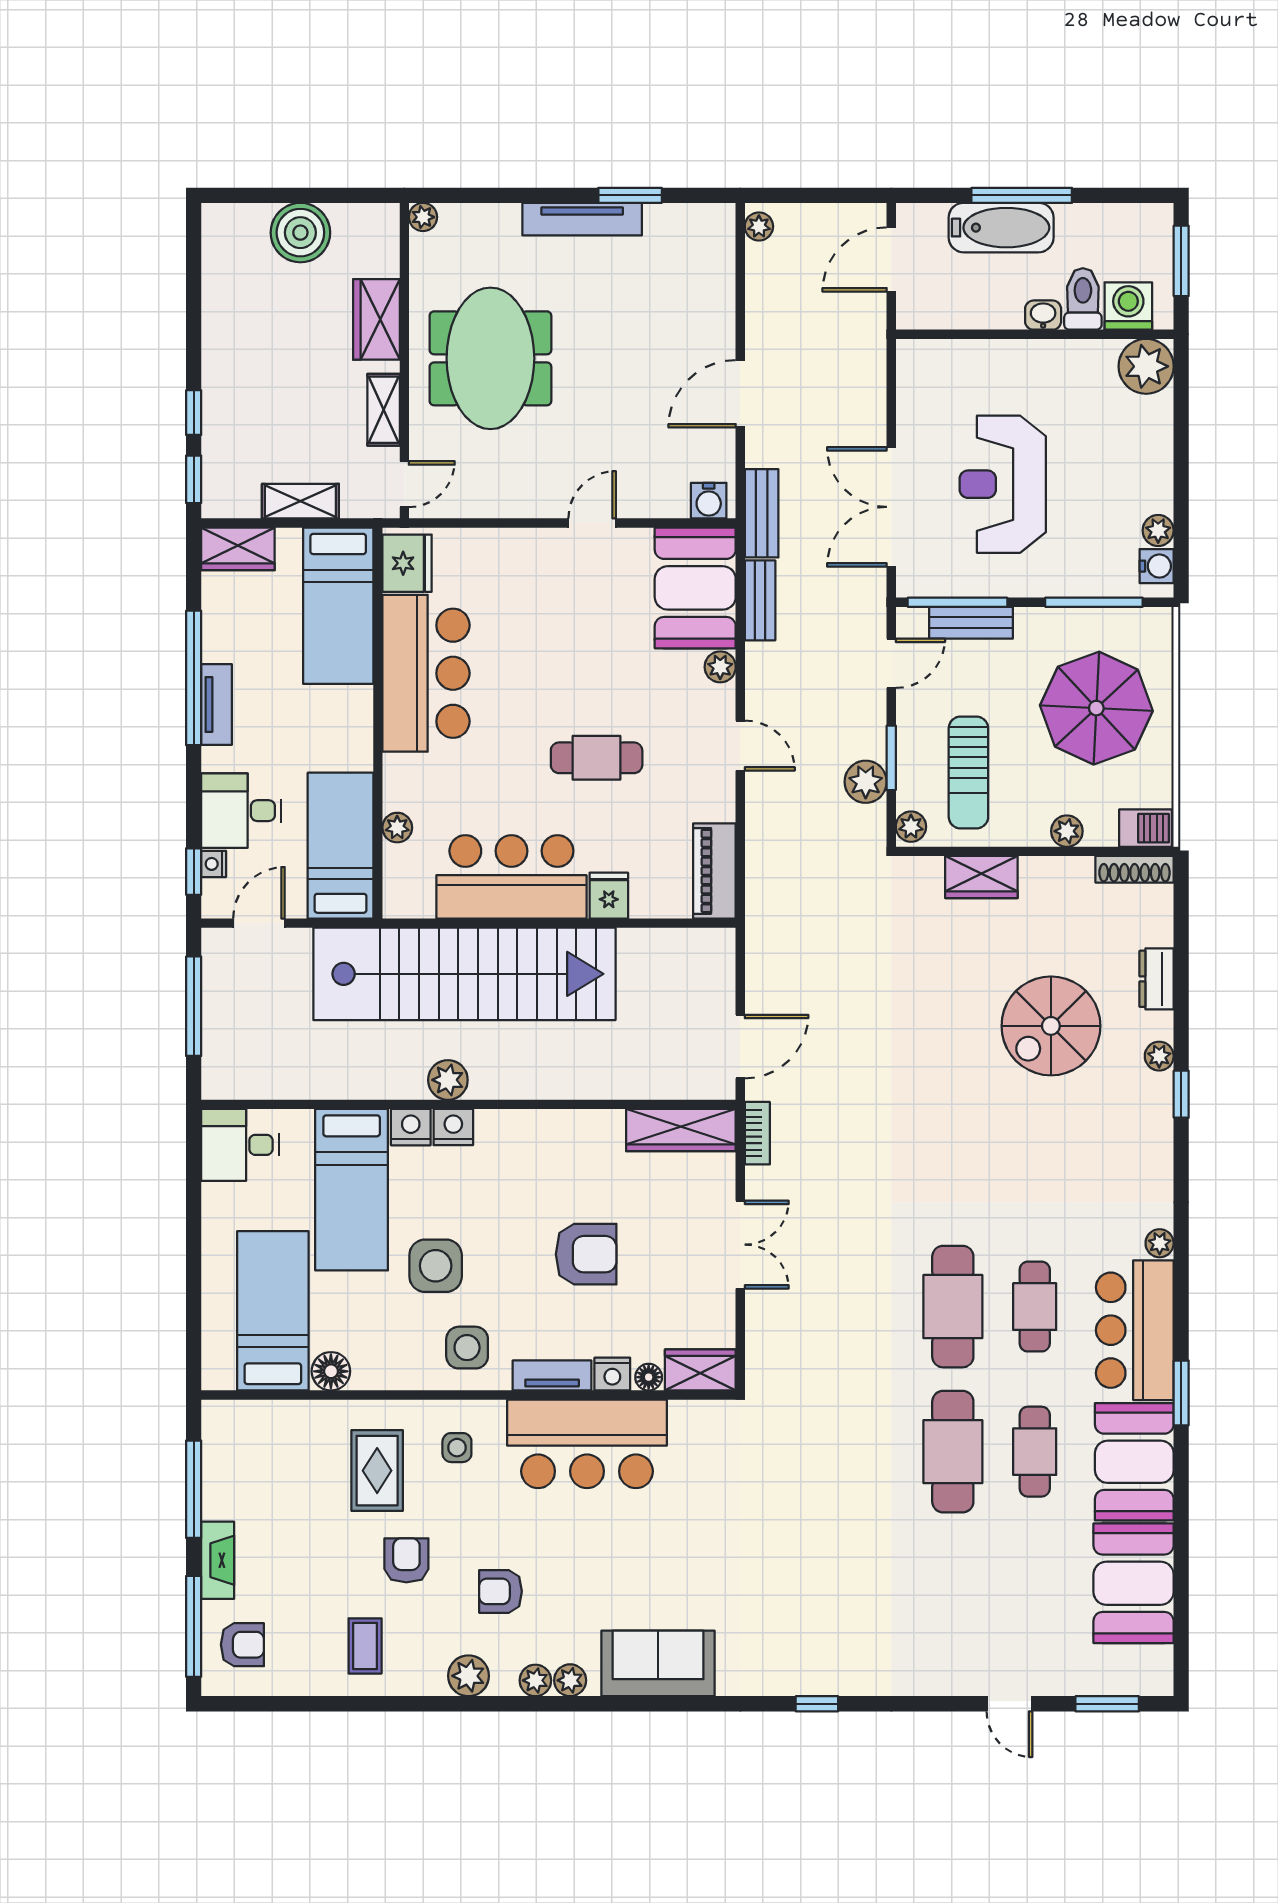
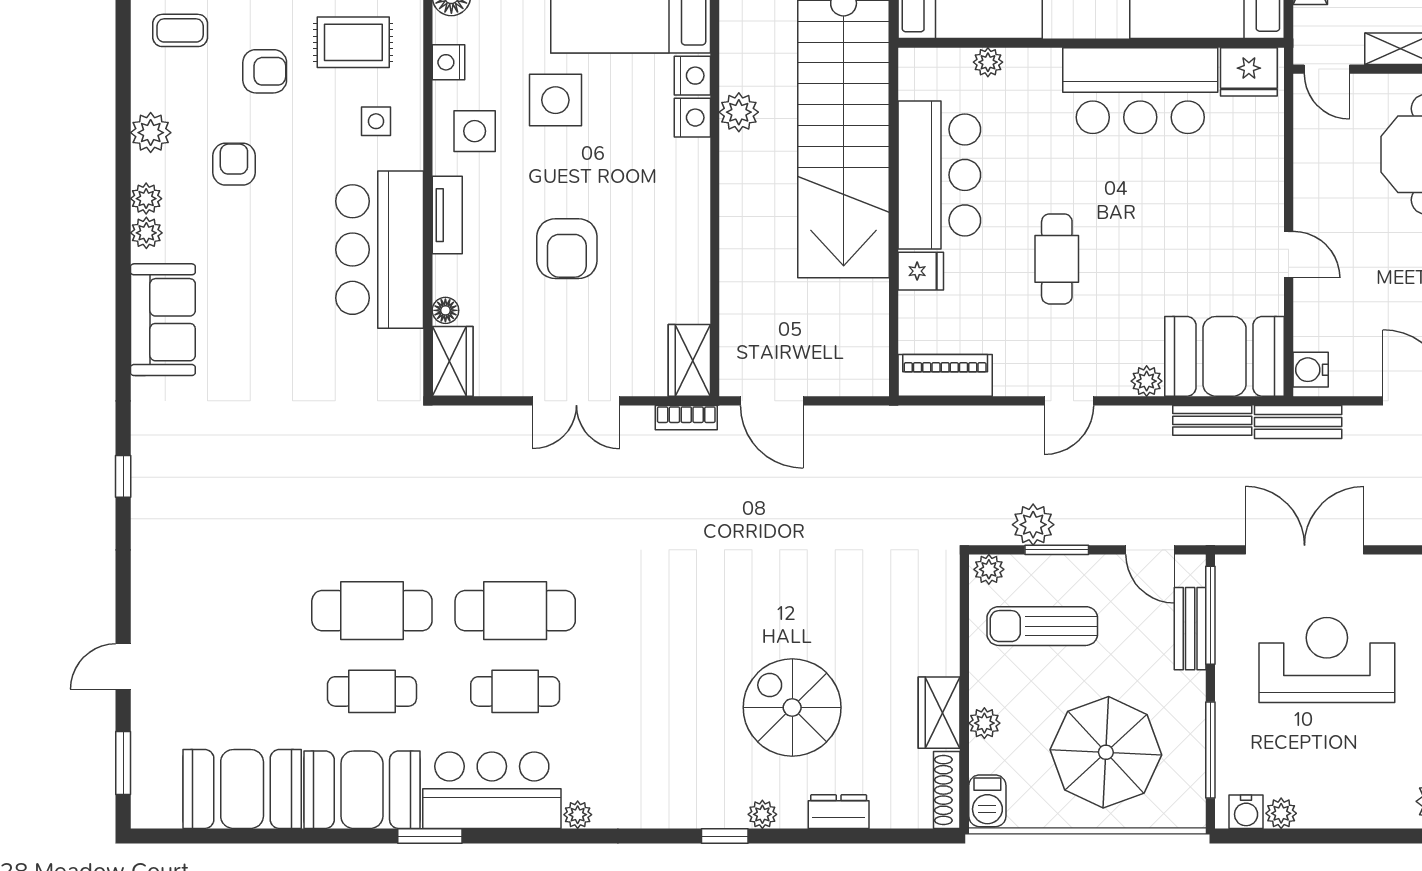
wardrobe: (981, 877) -> (939, 713), moved
wardrobe: (681, 1130) -> (689, 360), width x0.67
nightstand: (612, 1374) -> (449, 62), moved

